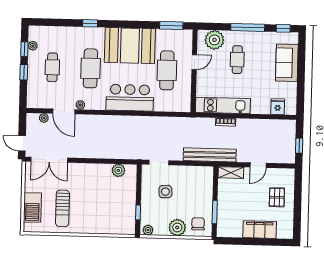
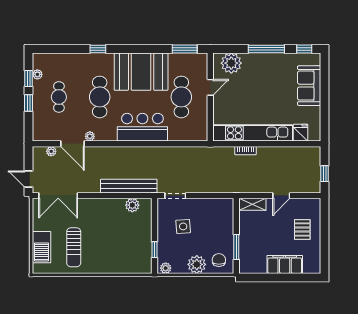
cafe table: (237, 60) -> (256, 84), removed
kitchen unit: (223, 105) -> (253, 133), width x1.36
bench: (210, 155) -> (129, 186), moved

